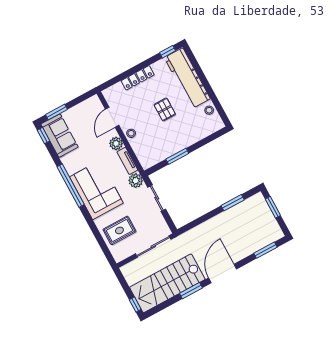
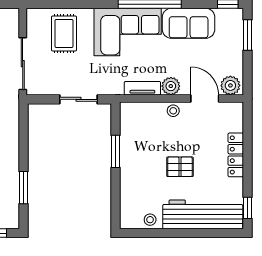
sofa: (60, 136) -> (189, 23), moved
plant: (136, 181) -> (230, 85), moved

